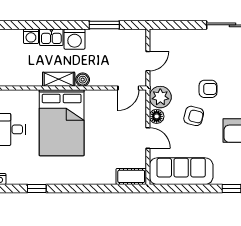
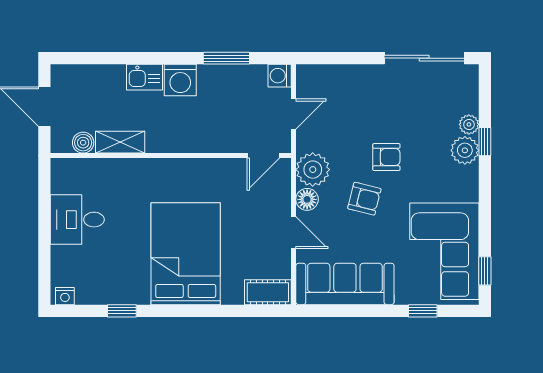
washing machine: (31, 36) -> (280, 76), moved, turned 90
shelving: (59, 79) -> (120, 142), moved
boiler: (83, 80) -> (83, 143), moved
bed: (62, 123) -> (186, 254), moved, turned 180

